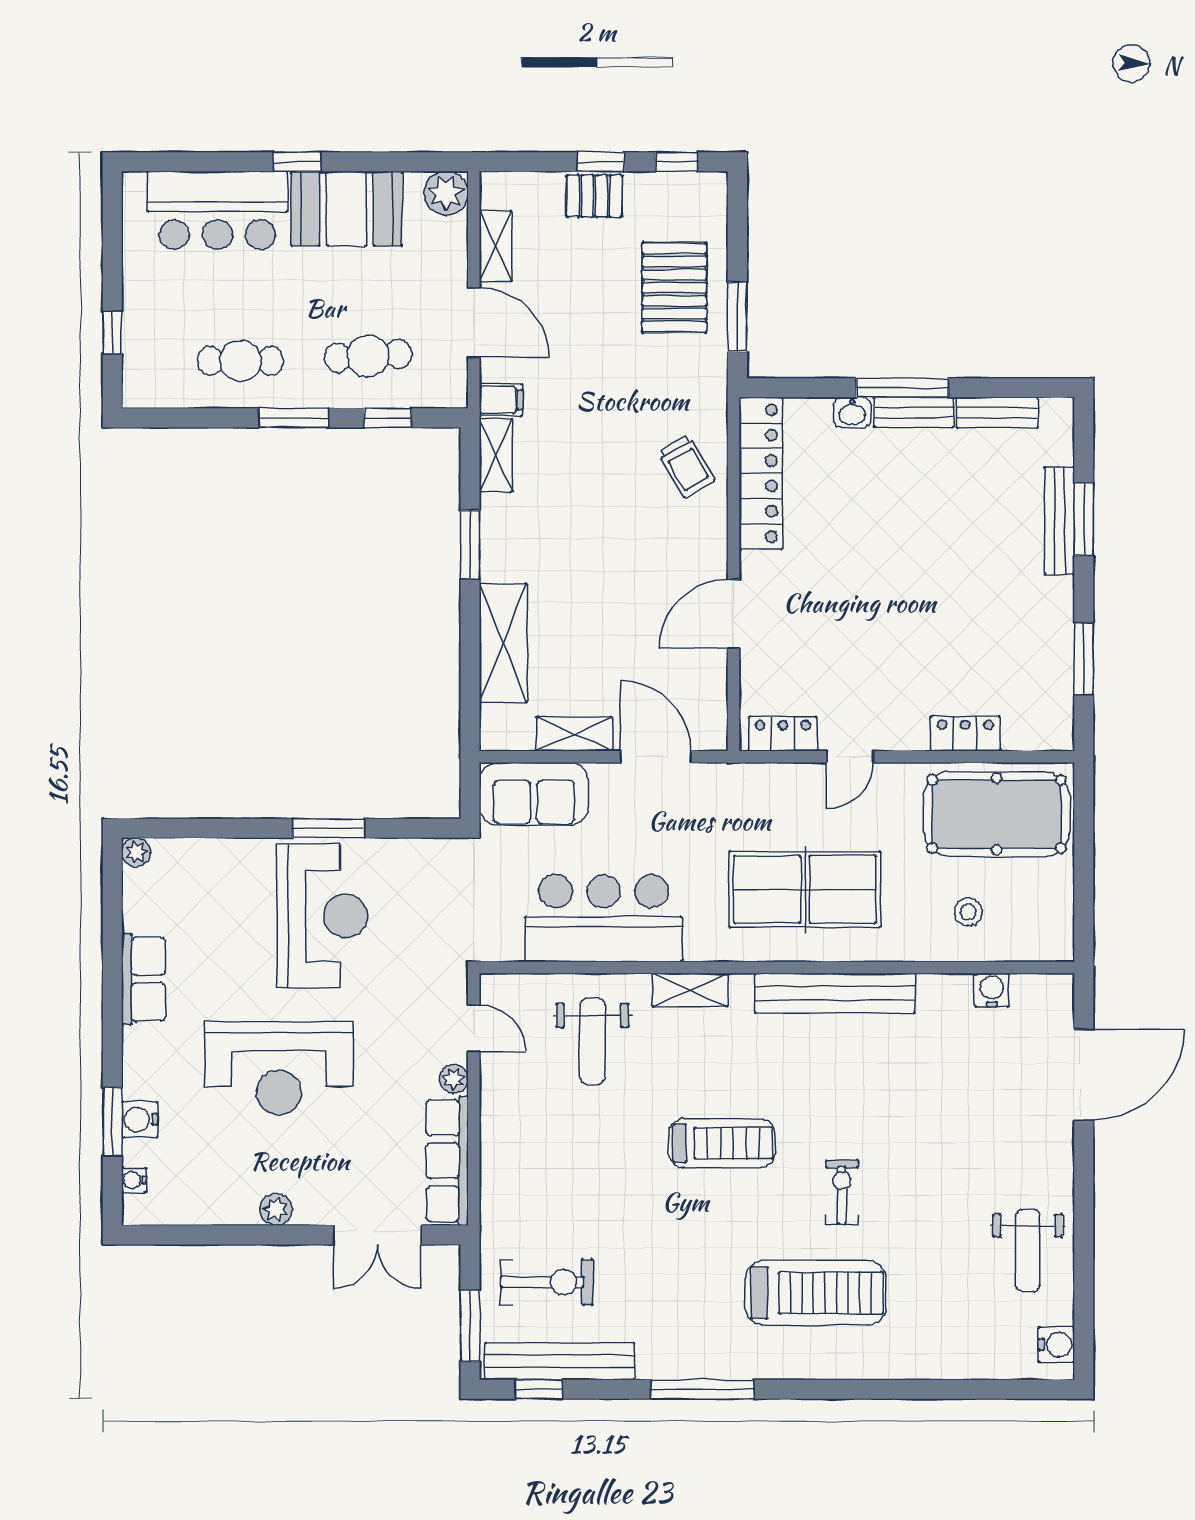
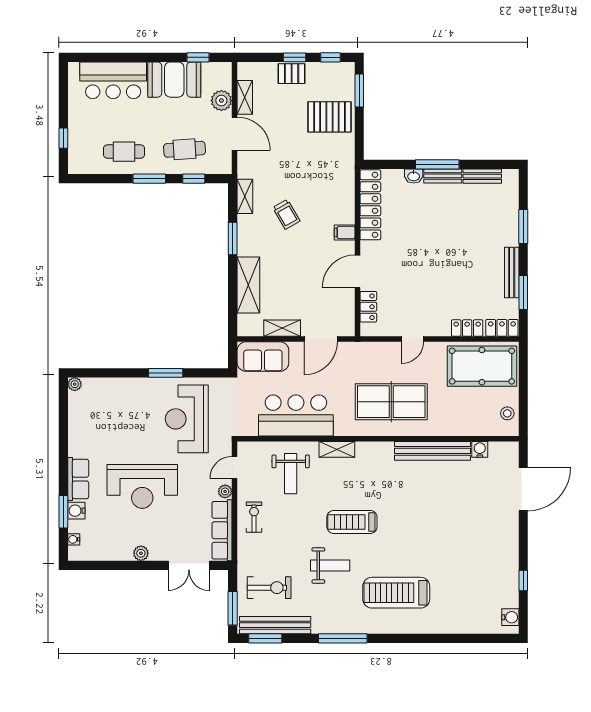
window: (297, 162) -> (198, 57), moved
plant: (446, 193) -> (221, 101), moved
pallet: (674, 288) -> (329, 117), turned 90
window: (737, 317) -> (359, 90), moved
filing cabinet: (501, 400) -> (345, 232), moved, turned 180
trolley: (686, 466) -> (286, 214), moved
bench: (1059, 521) -> (512, 272), moved
locker: (1039, 733) -> (502, 328), added
locker: (783, 734) -> (368, 307), moved, turned 90
door: (656, 757) -> (321, 339), swing flipped
stool: (968, 912) -> (507, 413), moved
reception desk: (322, 916) -> (187, 419), moved, turned 180
row of seats: (144, 979) -> (78, 479), moved
bench: (835, 993) -> (432, 451), moved
door: (474, 1028) -> (234, 467), swing flipped
treadmill: (722, 1143) -> (352, 522), turned 180
exercise bike: (842, 1192) -> (254, 517), moved
weight bench: (1028, 1250) -> (330, 565), moved, turned -90
window: (1084, 1267) -> (523, 581), added
treadmill: (815, 1293) -> (396, 593), turned 180
window: (539, 1389) -> (265, 638), width x1.50

